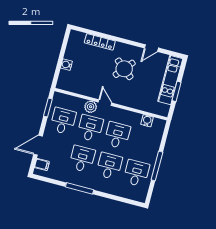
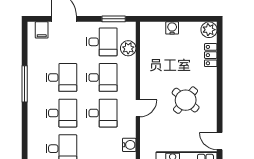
plant: (75, 37) -> (209, 30), added
locker: (100, 42) -> (211, 55), width x0.66
door: (151, 48) -> (220, 141), moved
door: (105, 103) -> (138, 108), moved
plant: (91, 107) -> (128, 48), moved

